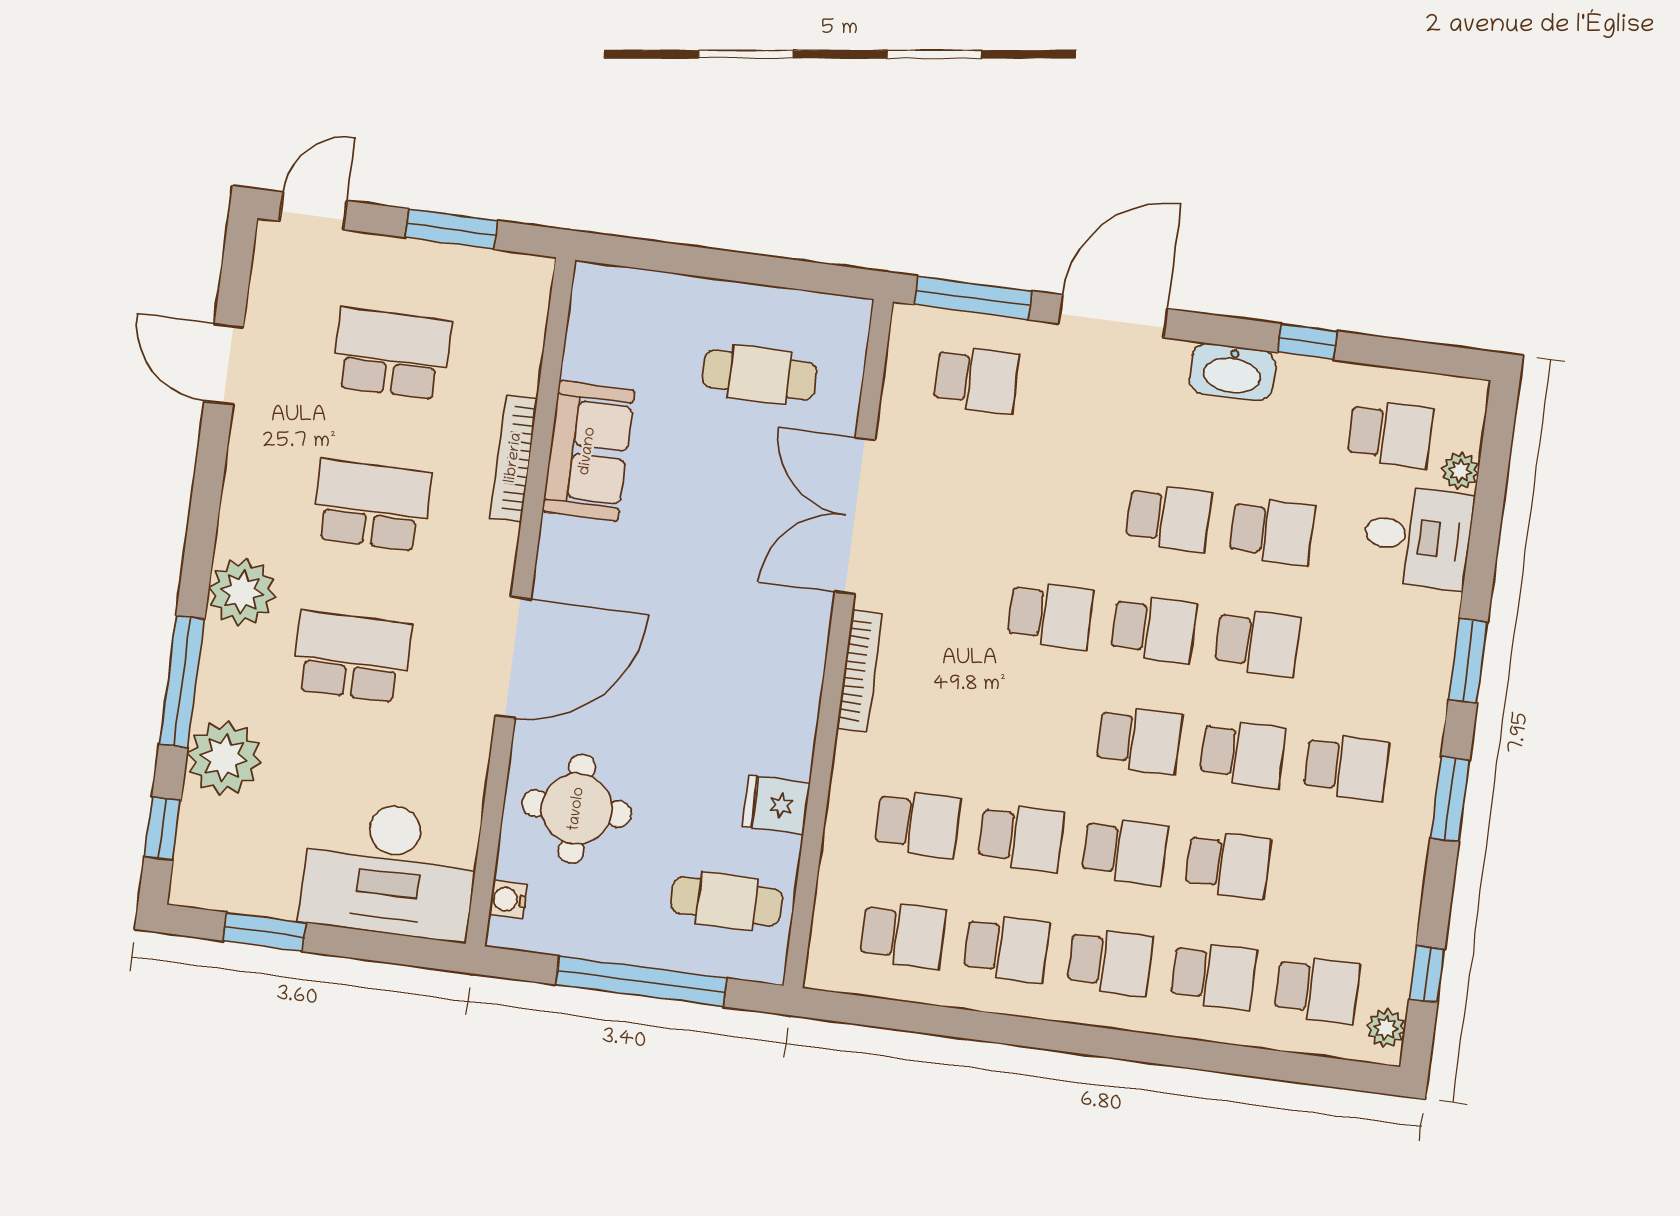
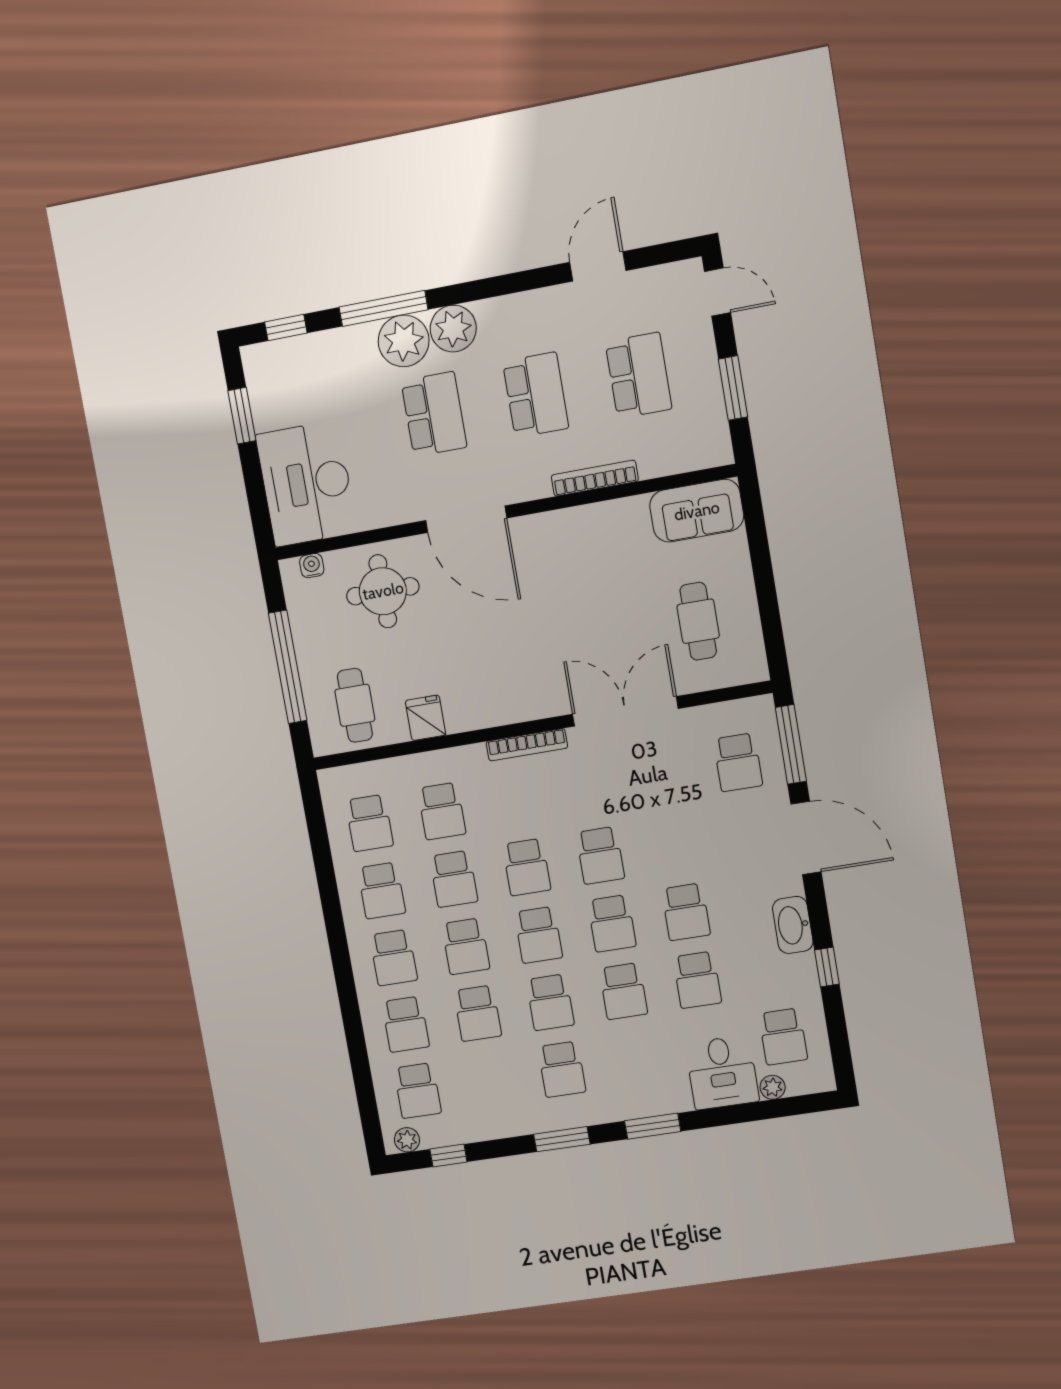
sofa: (588, 451) -> (697, 511), moved
school desk: (1036, 726) -> (527, 867), added
plant: (224, 758) -> (404, 341), moved

